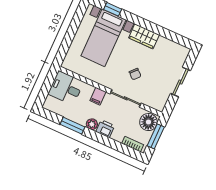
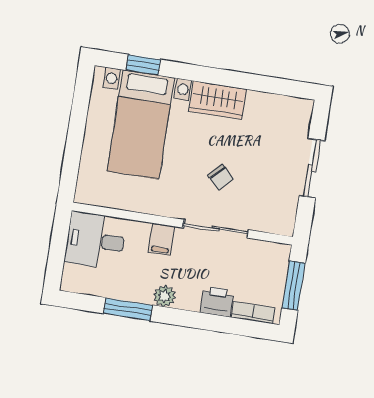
floor lamp: (148, 122) -> (272, 262), removed
printer: (105, 129) -> (217, 302), moved

